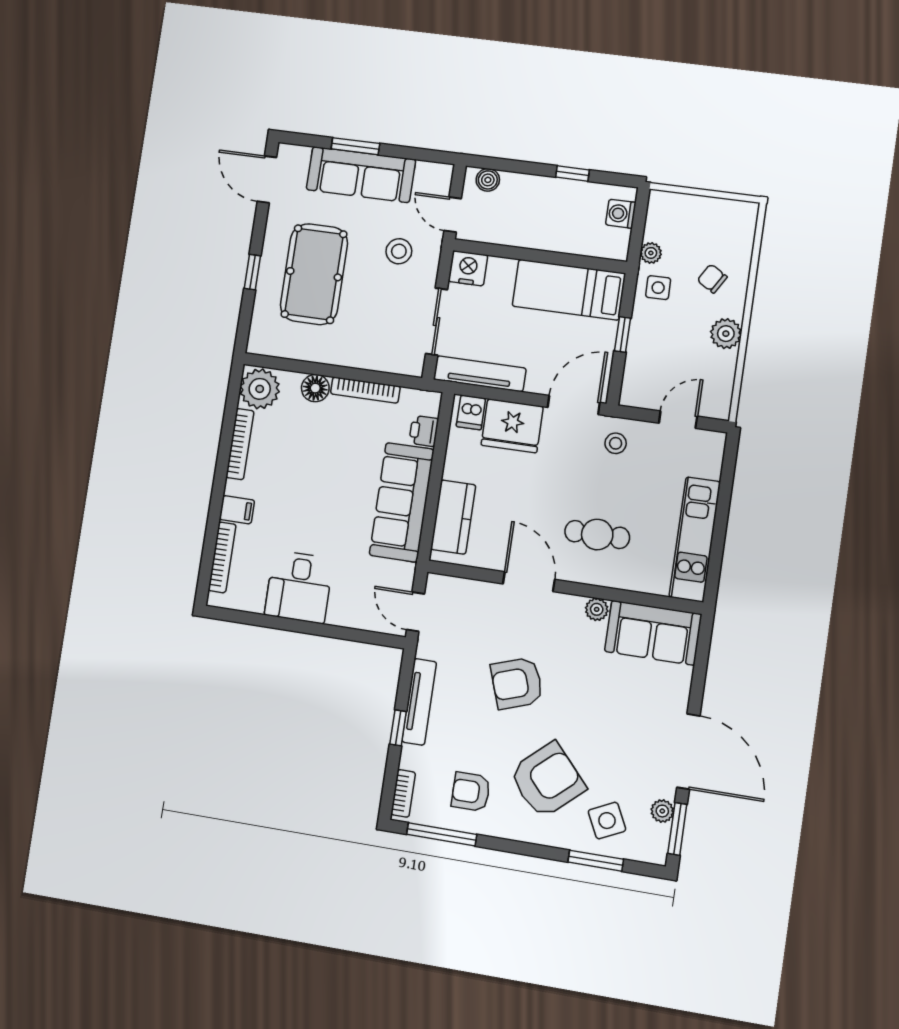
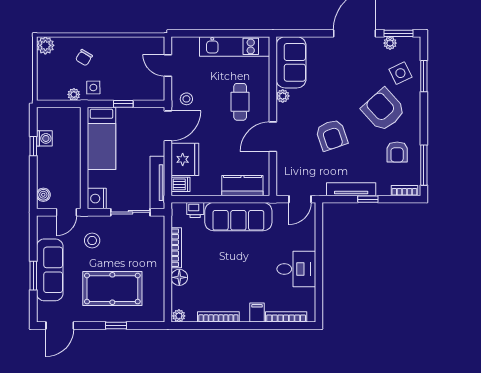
washing machine: (621, 214) -> (44, 138), moved, turned -90
plant: (726, 334) -> (45, 45), moved
plant: (260, 389) -> (179, 316), width x0.53, depth x0.53
door: (574, 405) -> (168, 126), swing flipped

